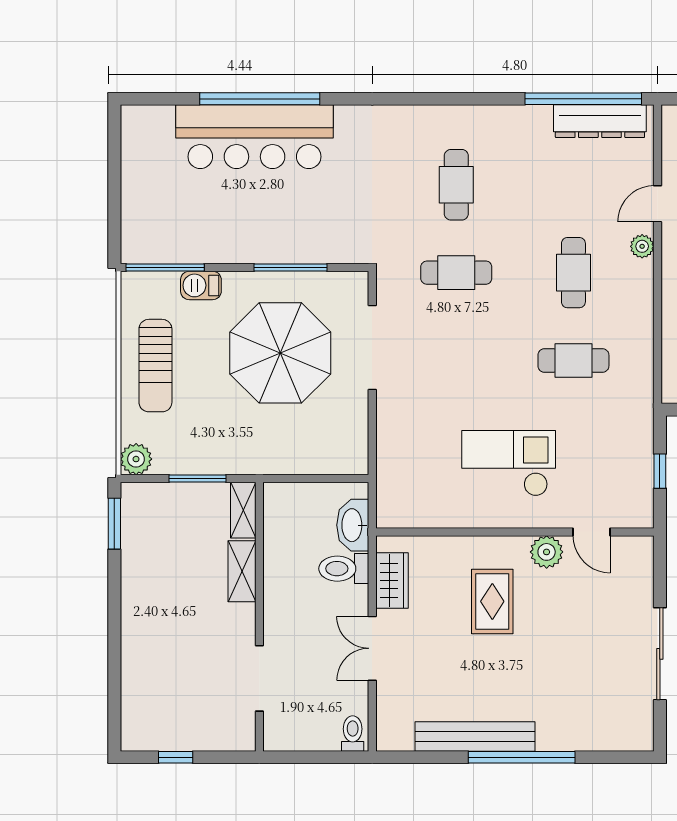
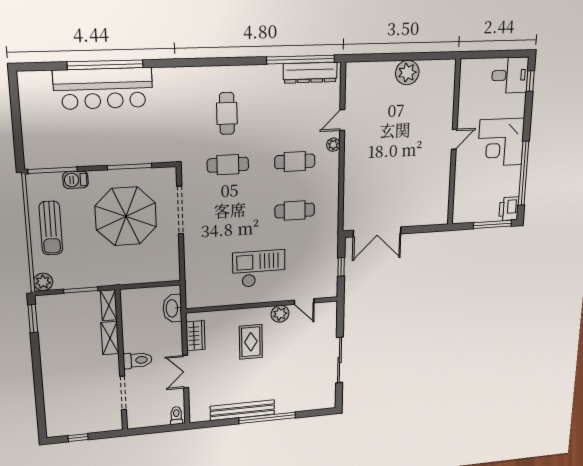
cafe table: (573, 273) -> (295, 161), turned 90
toilet: (344, 569) -> (138, 360), moved, turned 180

